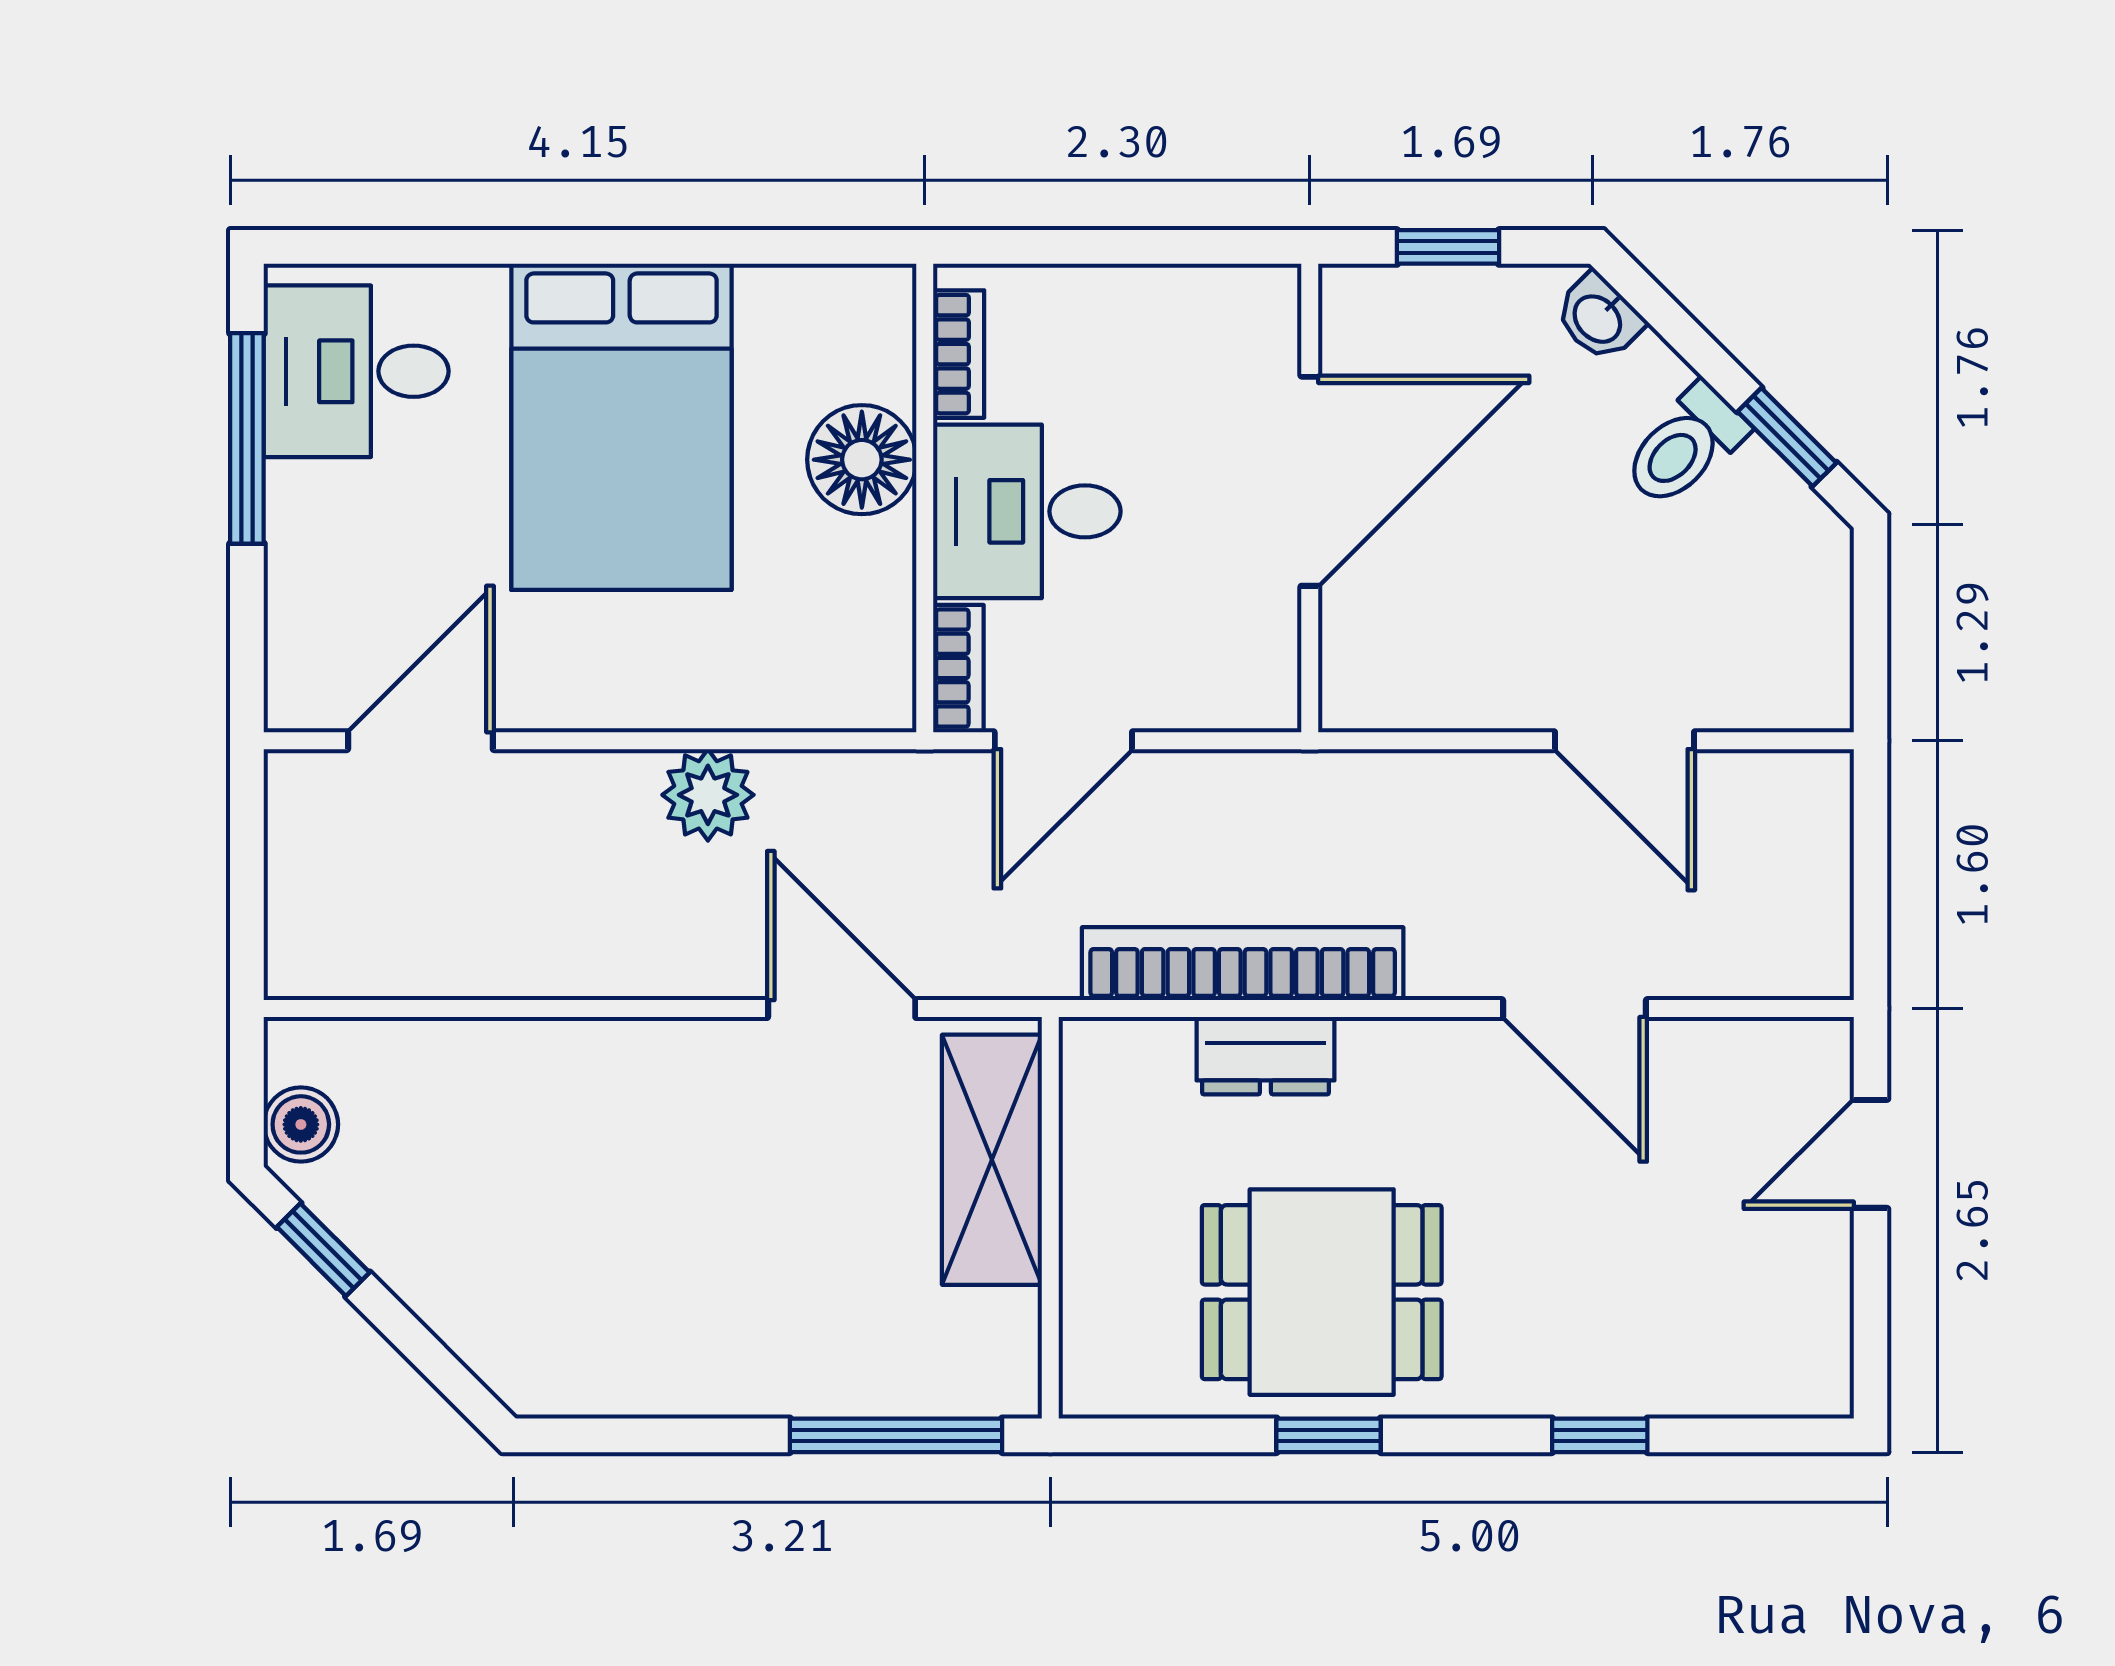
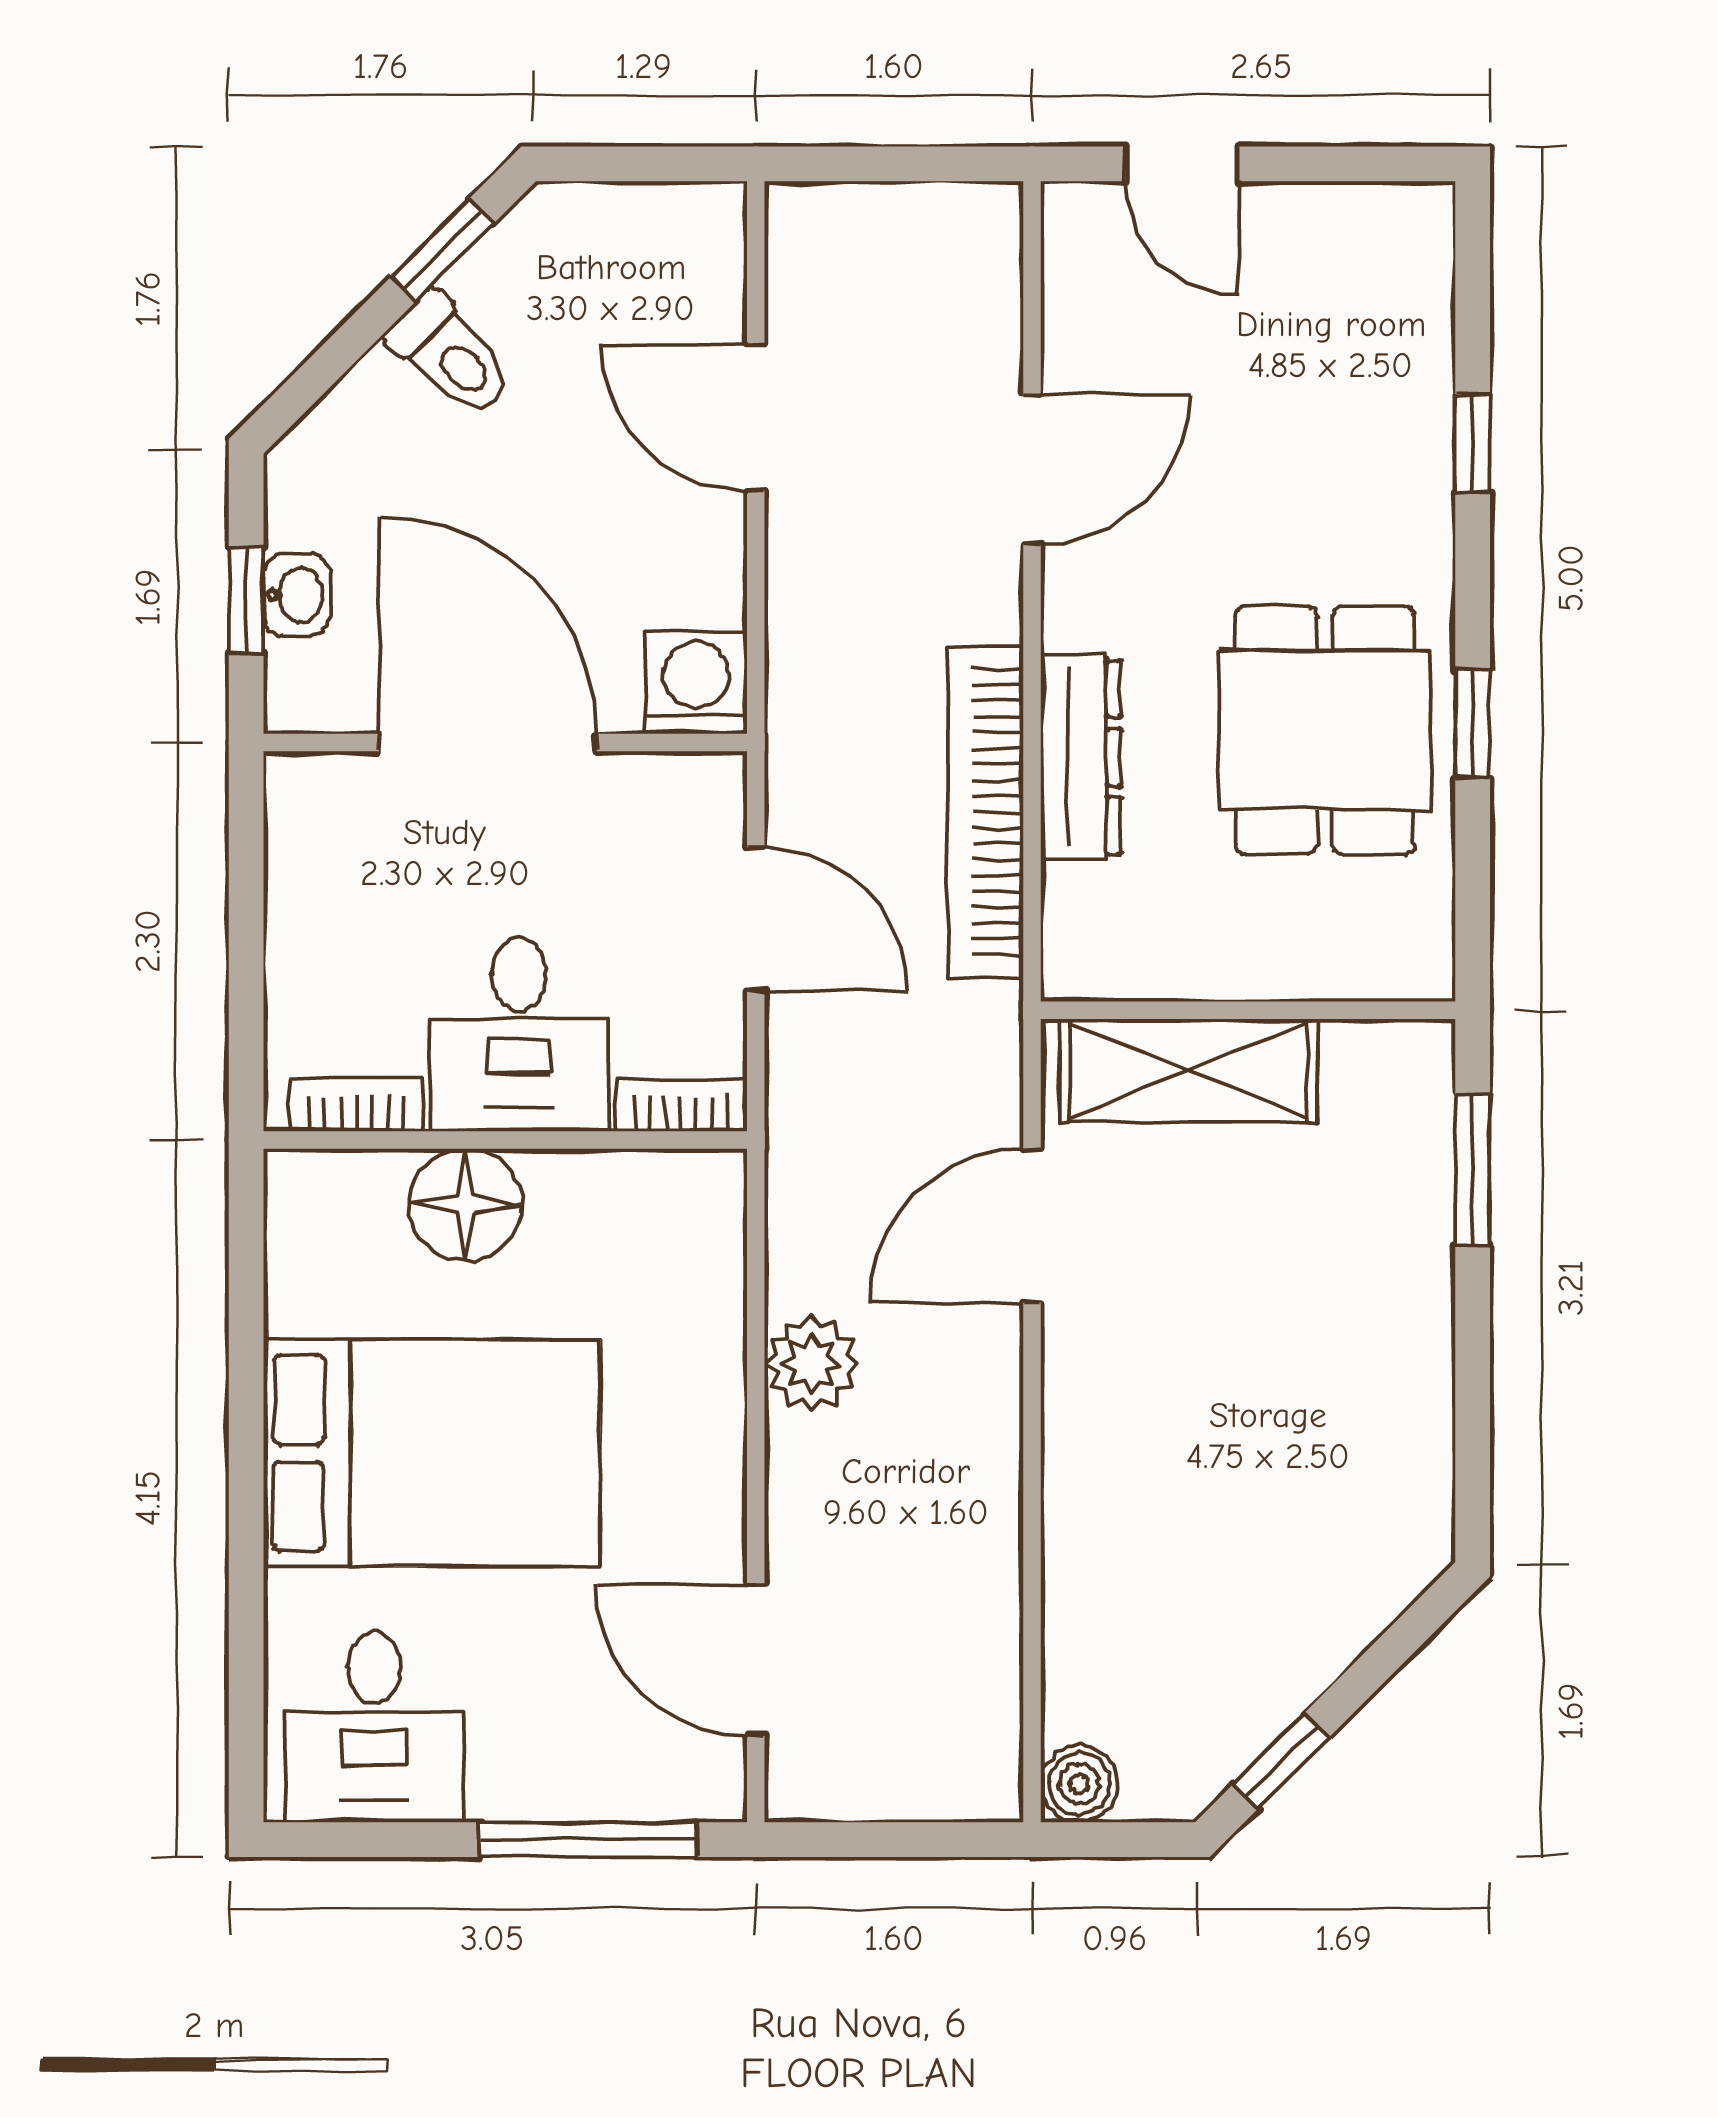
washbasin: (1599, 318) -> (296, 595), moved, turned -45
window: (247, 438) -> (588, 1840), moved
washing machine: (1368, 683) -> (696, 683), added
door: (1063, 741) -> (756, 919), moved
door: (1625, 741) -> (756, 418), swing flipped
dresser: (1265, 1056) -> (1081, 757), width x1.44
boiler: (301, 1124) -> (1079, 1784), moved
window: (896, 1435) -> (1473, 1170), width x0.69

